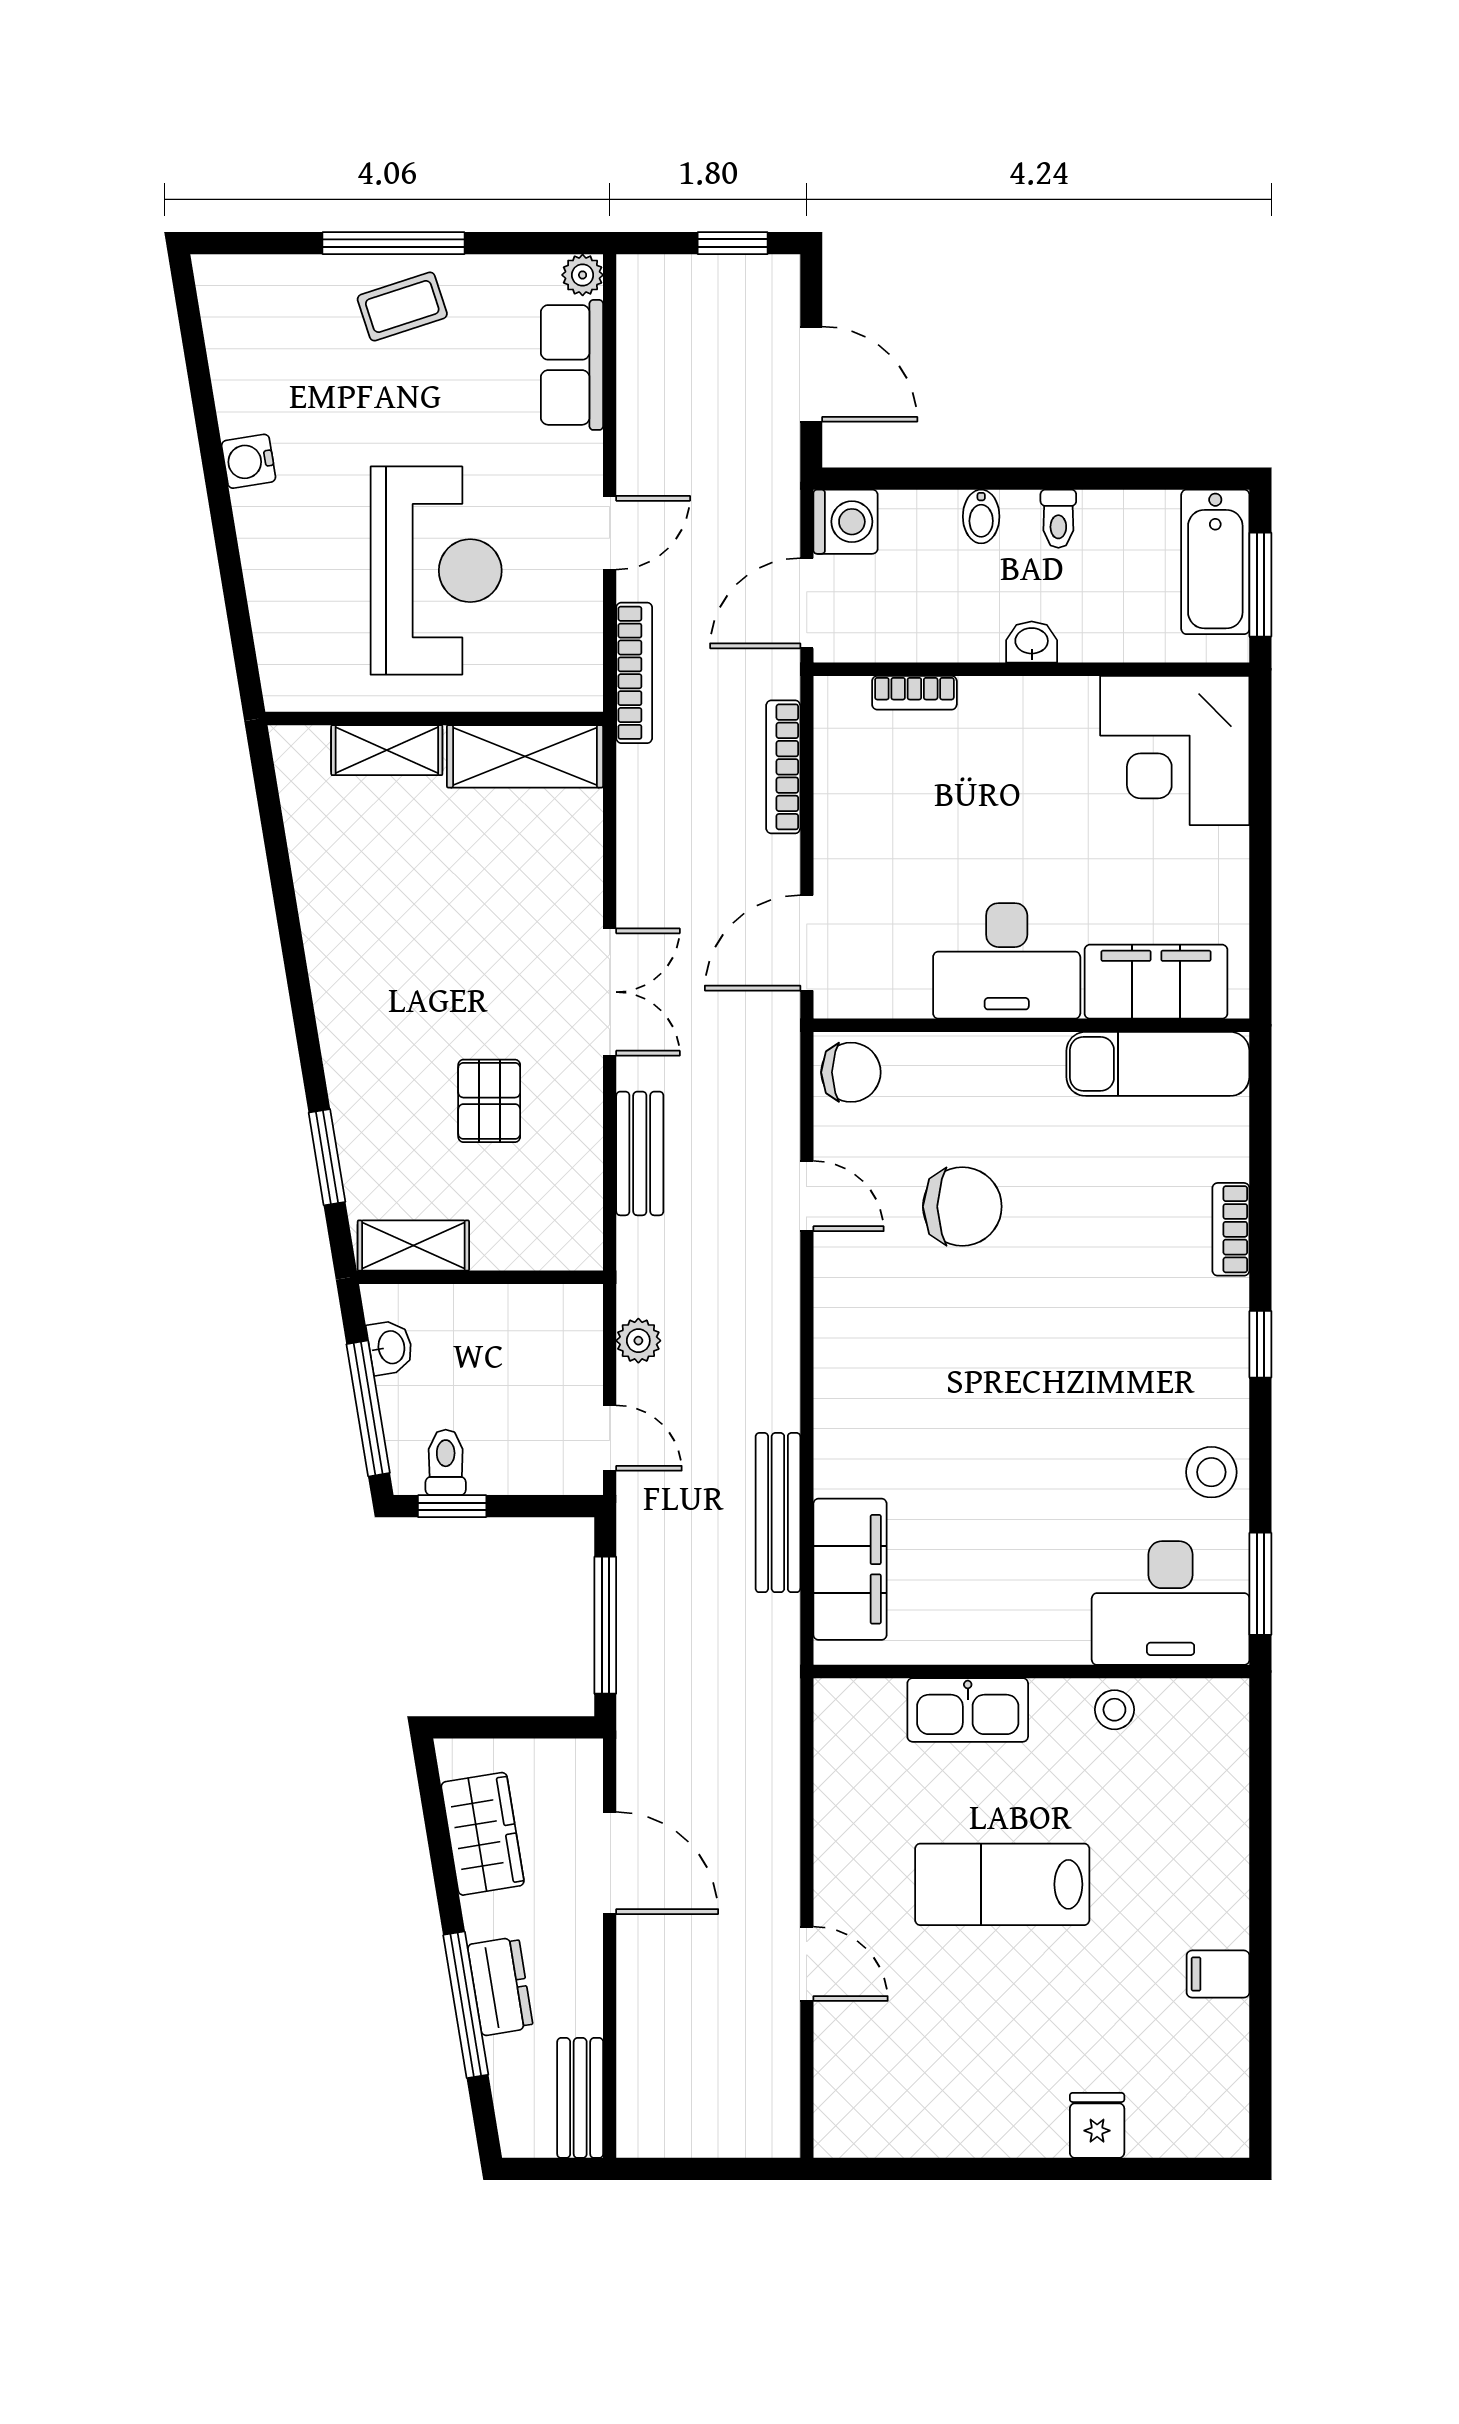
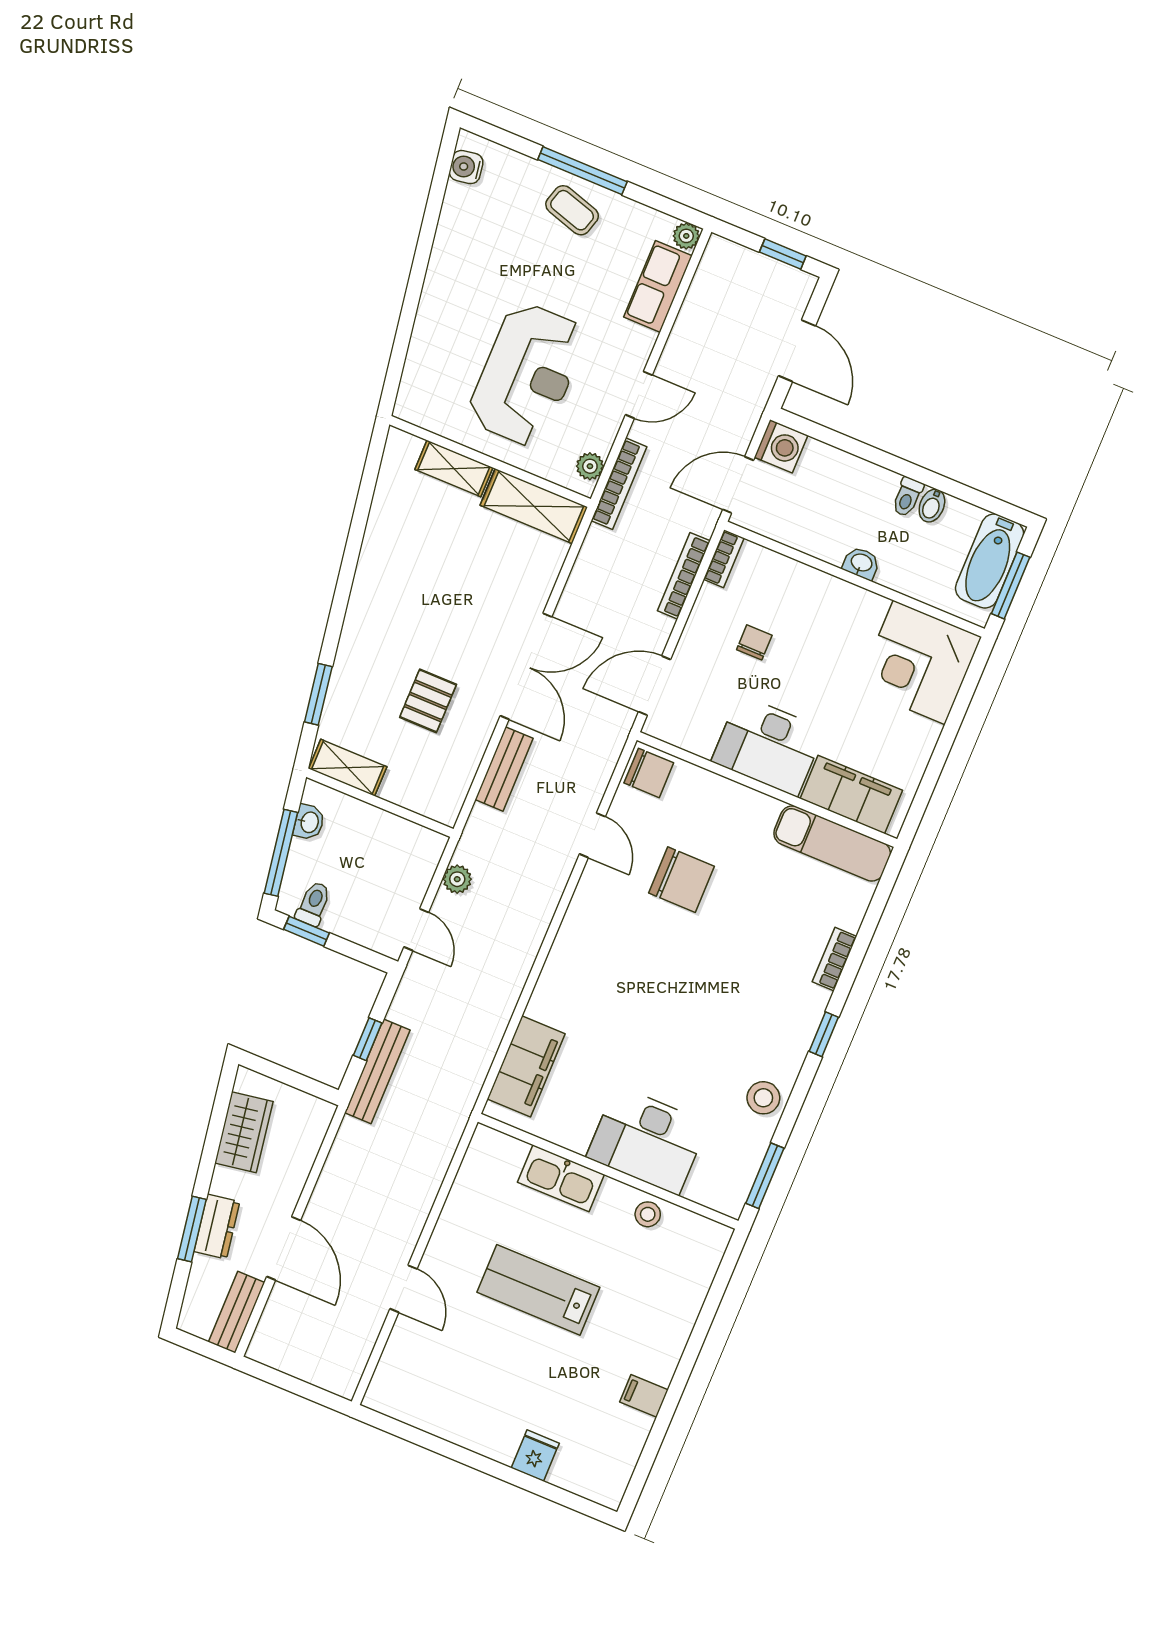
coffee table: (402, 307) -> (572, 210), turned 35
water cooler: (249, 461) -> (466, 167), moved
bidet: (981, 516) -> (932, 506), moved
plant: (582, 665) -> (590, 466), added
bookcase: (914, 693) -> (724, 559), moved, turned -90
chair: (925, 821) -> (754, 642), added
double door: (610, 992) -> (526, 666), width x1.37
bench: (778, 1513) -> (377, 1071), moved
desk: (1171, 1603) -> (647, 1140), moved
window: (605, 1625) -> (368, 1039), width x0.46
door: (610, 1863) -> (284, 1248), moved
window: (466, 2005) -> (192, 1229), width x0.69

